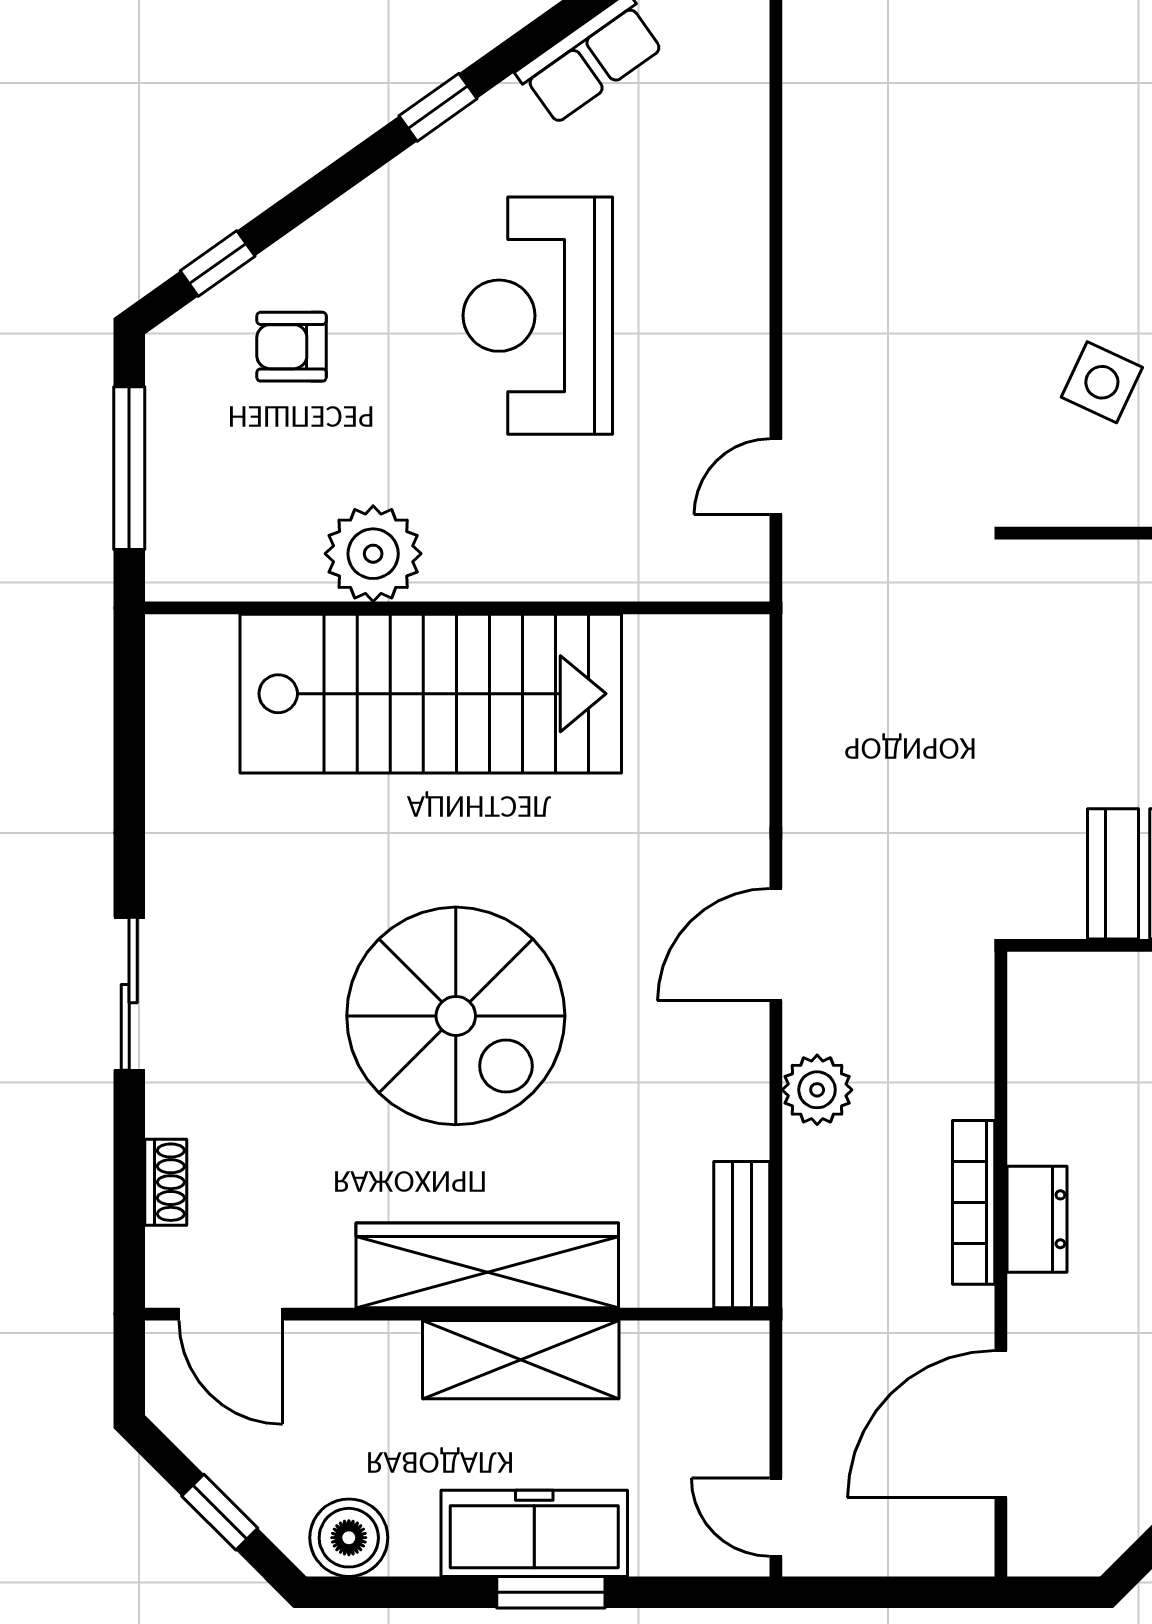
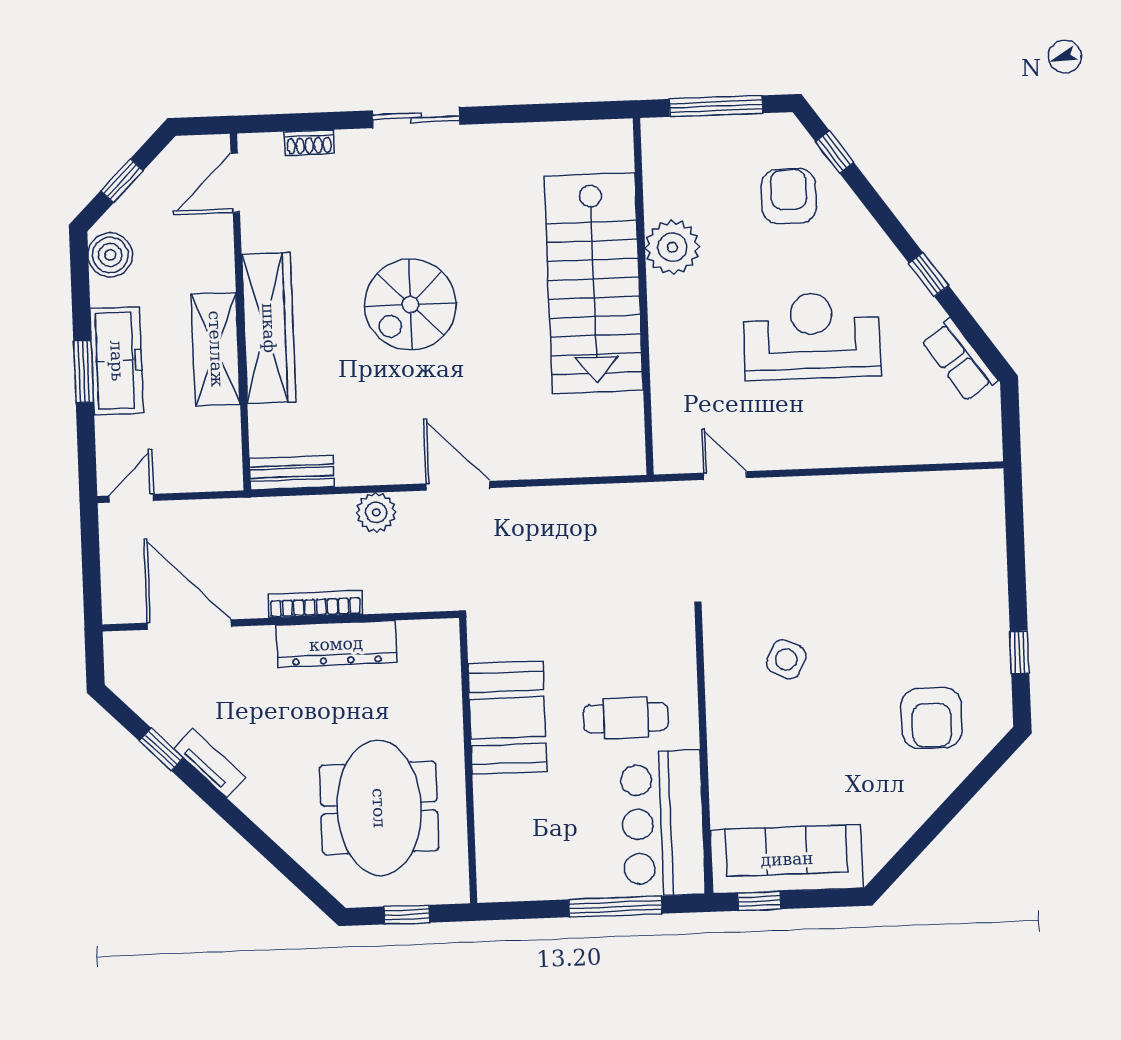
armchair: (292, 347) -> (789, 196), width x1.38, depth x1.38
spiral stairs: (456, 1016) -> (410, 305), width x0.73, depth x0.73
dresser: (1037, 1219) -> (336, 644), width x1.96, depth x1.24

